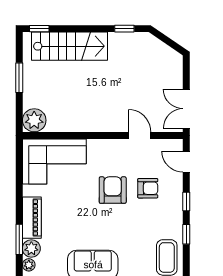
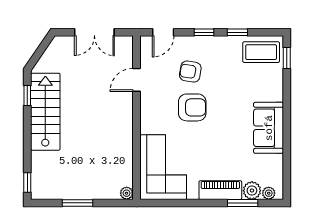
stairs: (70, 46) -> (45, 112), moved
double door: (186, 109) -> (94, 32), moved
plant: (34, 120) -> (127, 193), width x0.53, depth x0.53
armchair: (148, 188) -> (190, 72), turned -81
armchair: (113, 190) -> (192, 107), turned 180

